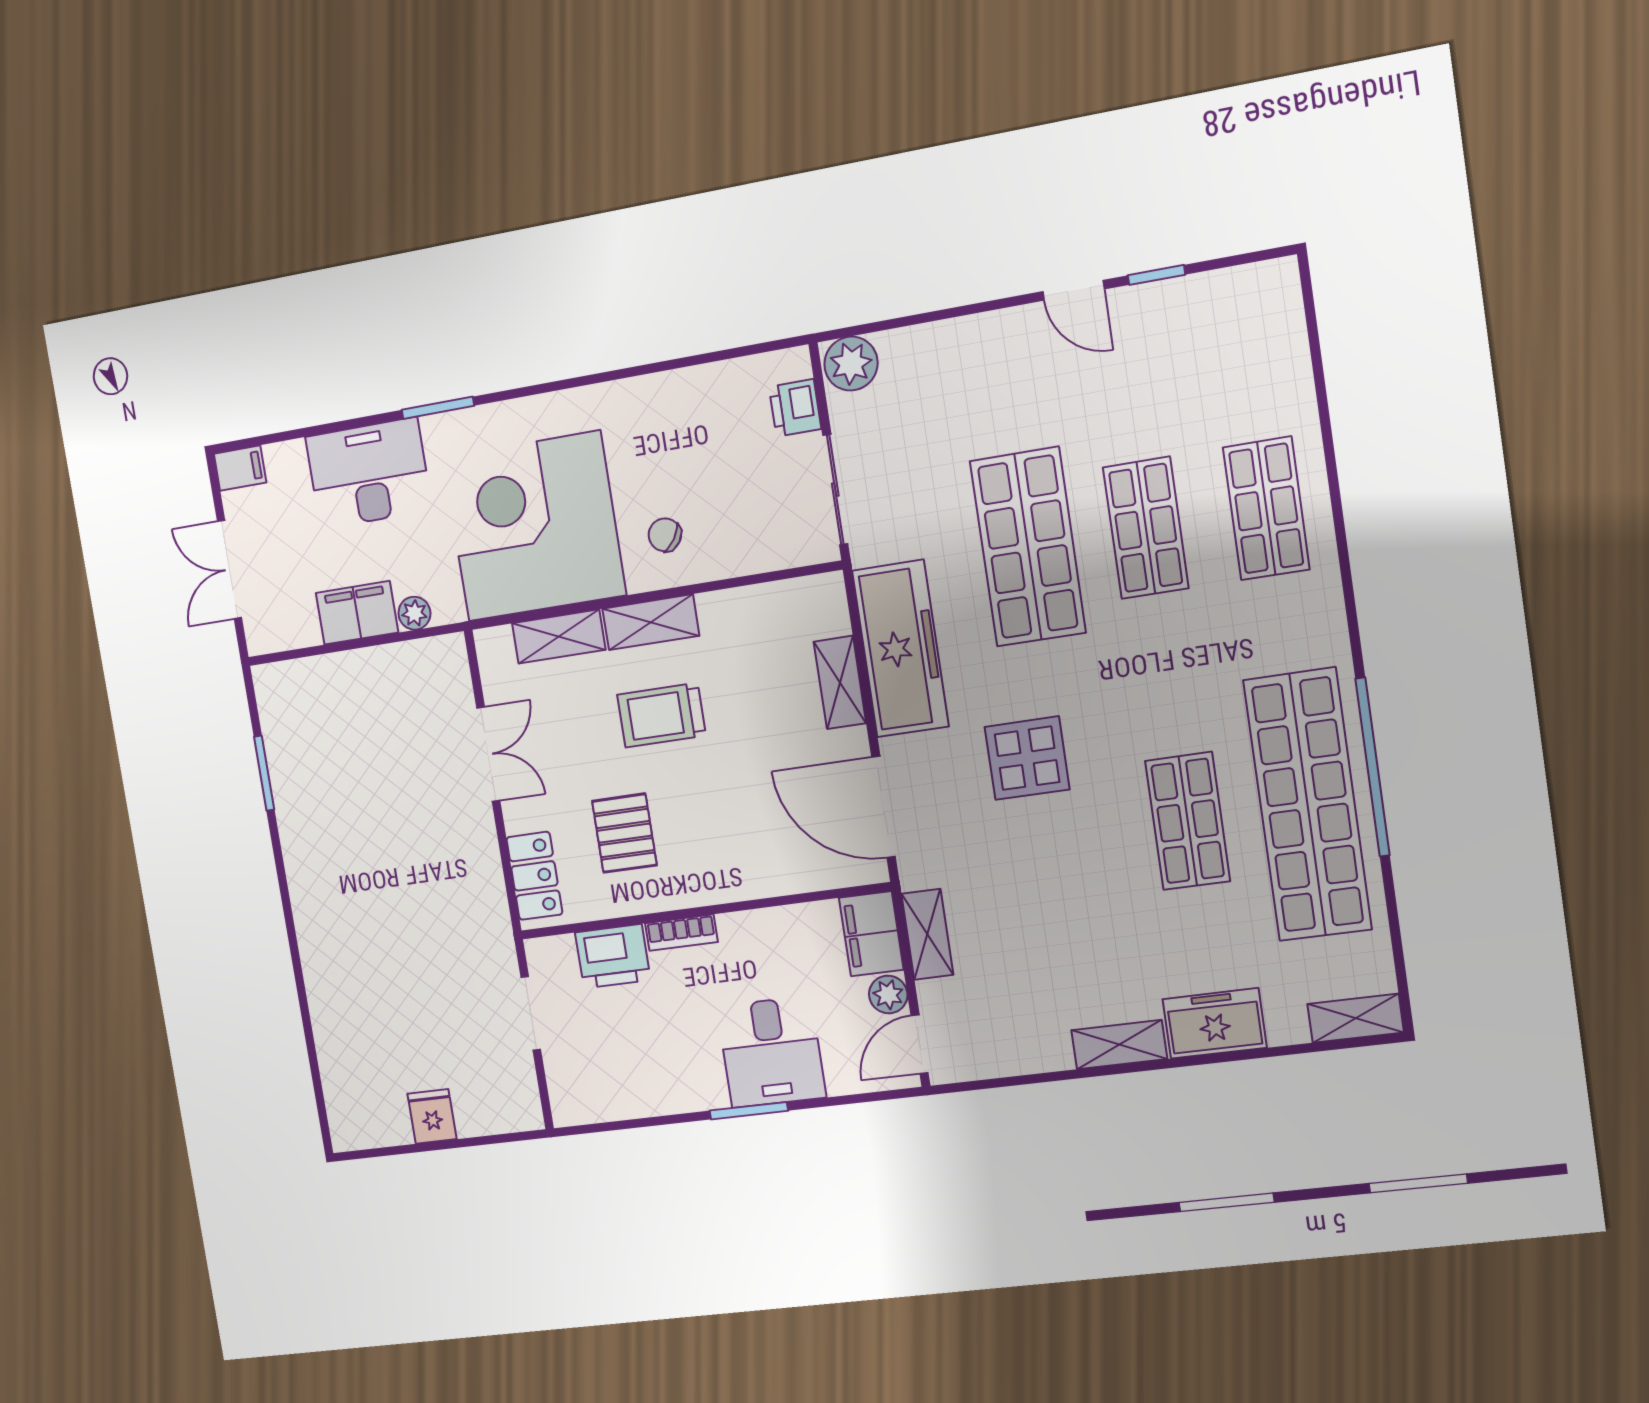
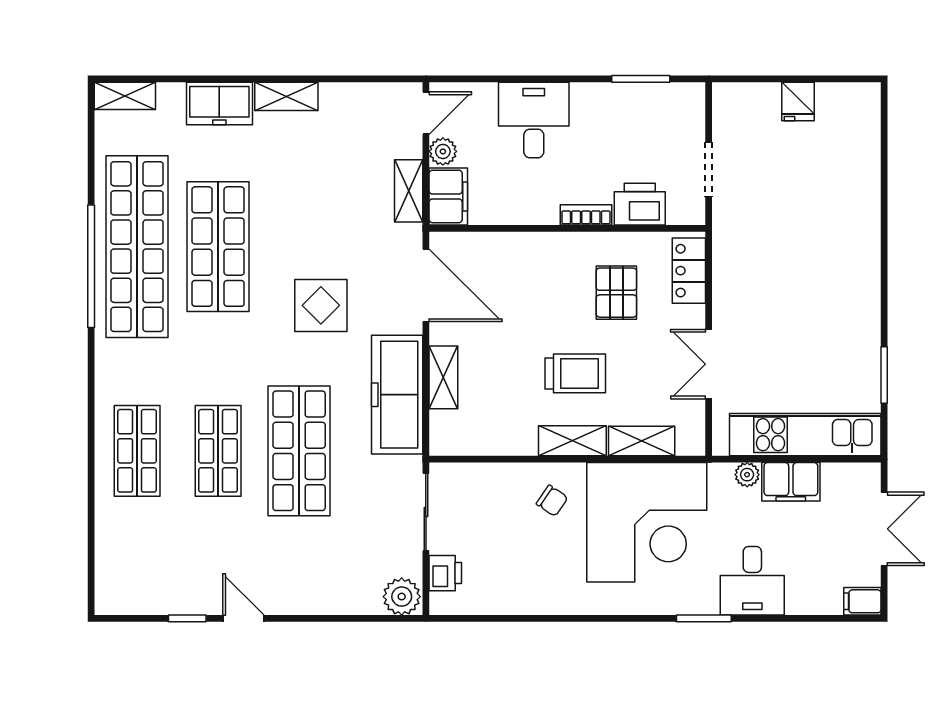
desk: (369, 473) -> (752, 581), width x0.73
kitchen unit: (349, 679) -> (805, 435), added
shop shelf: (1188, 821) -> (218, 247), width x1.43, depth x1.36
window: (749, 1111) -> (641, 79), moved

